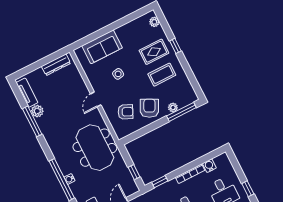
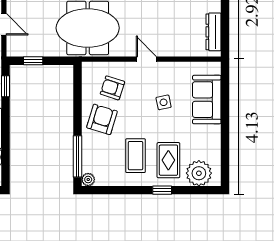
plant: (154, 22) -> (199, 173), width x1.88, depth x1.88
armchair: (149, 108) -> (102, 119), turned -100
plant: (173, 108) -> (88, 180), moved
armchair: (126, 112) -> (112, 88), turned 83

